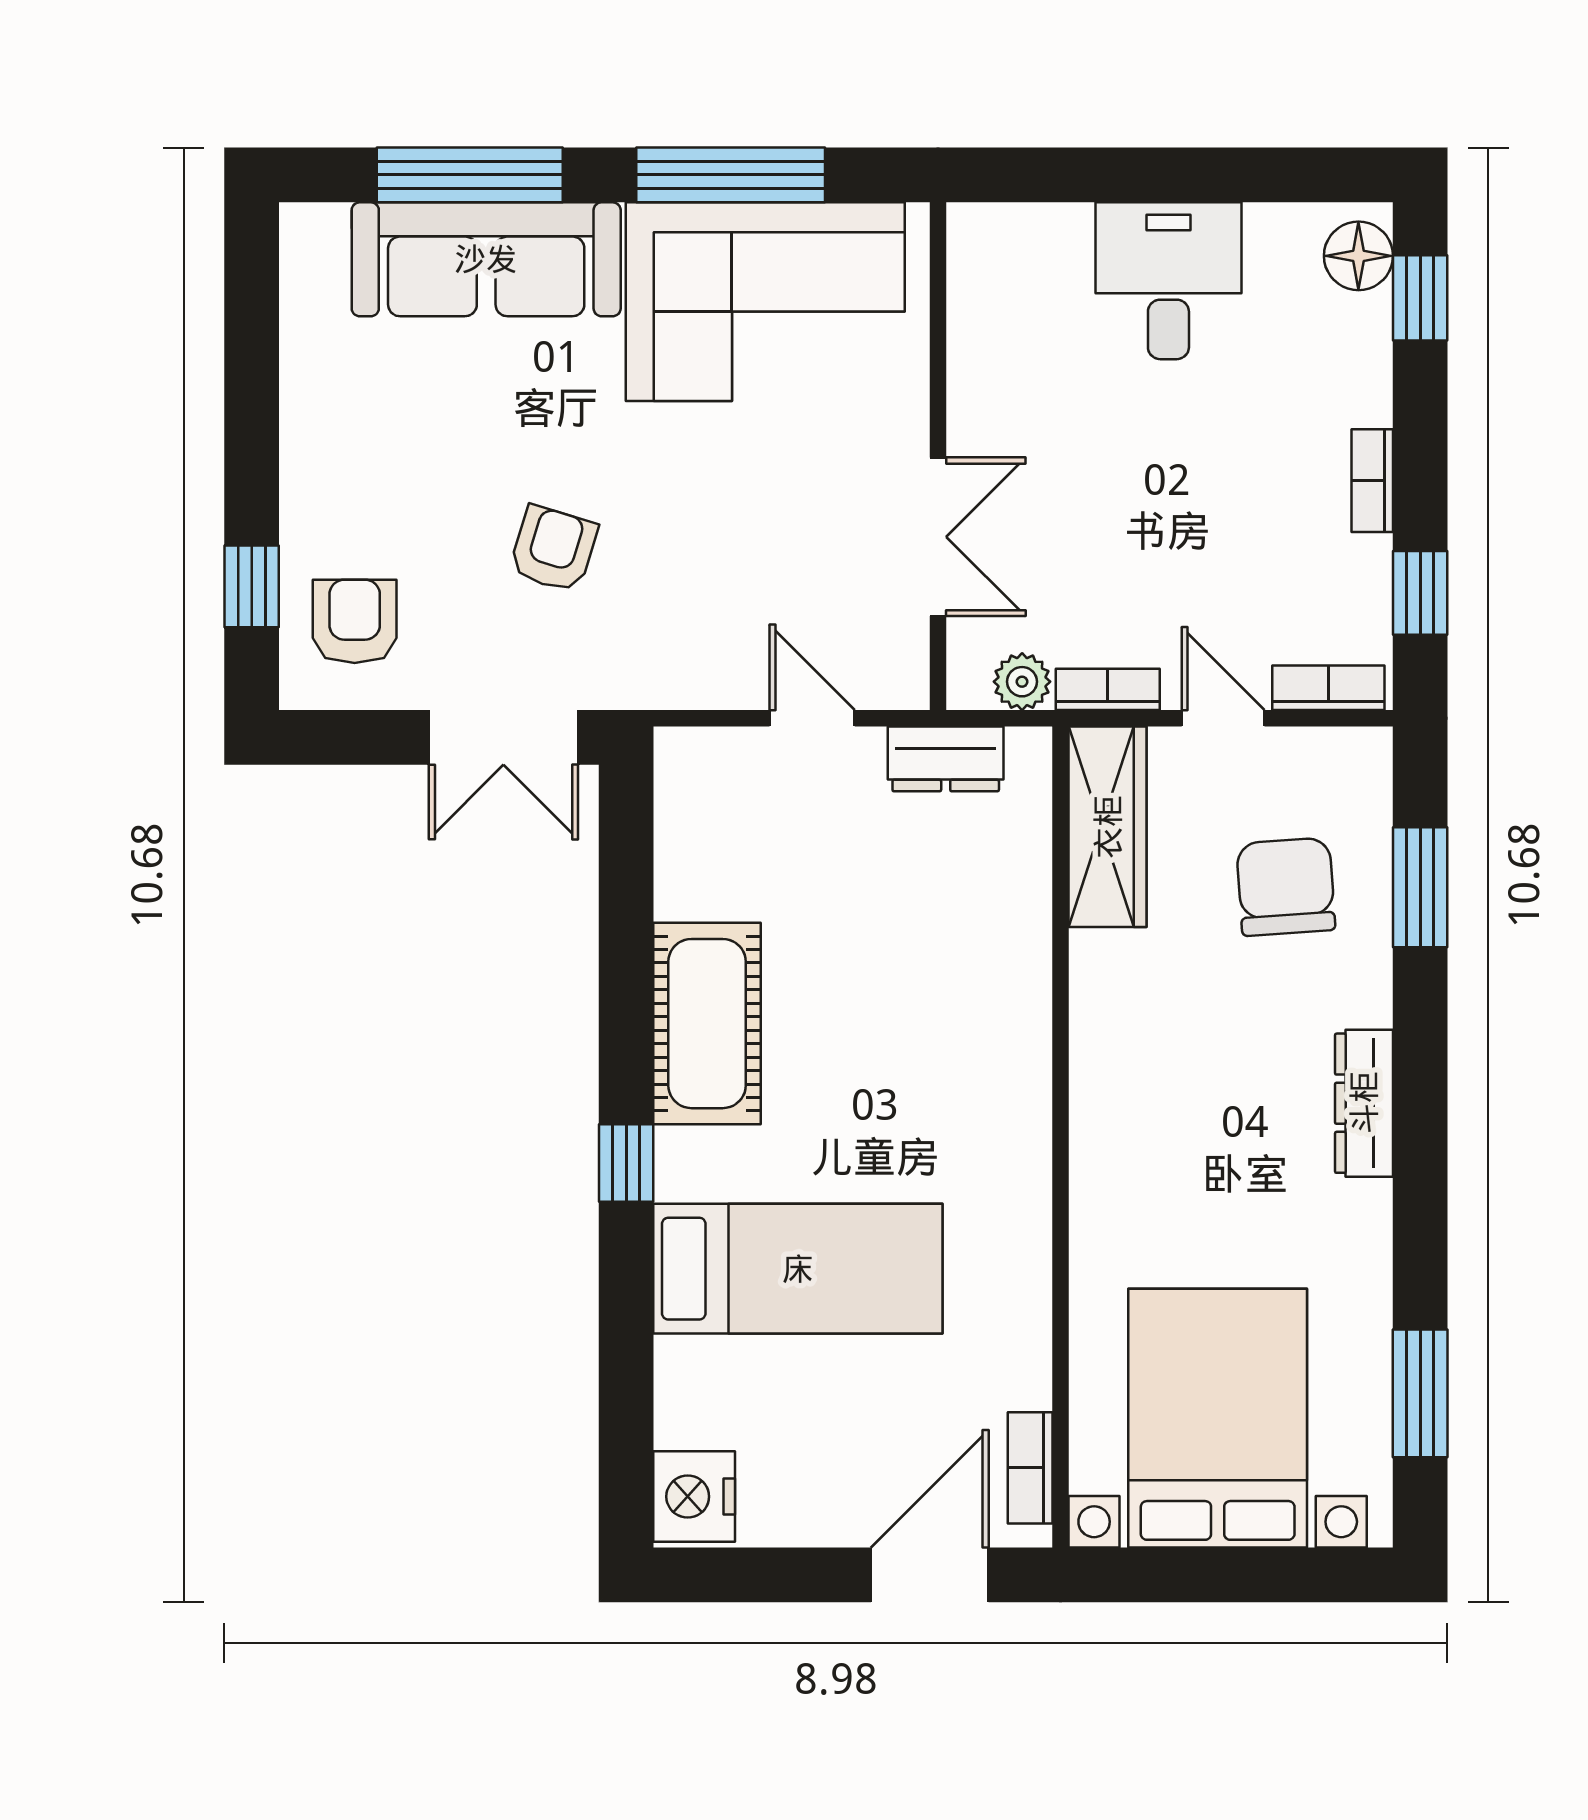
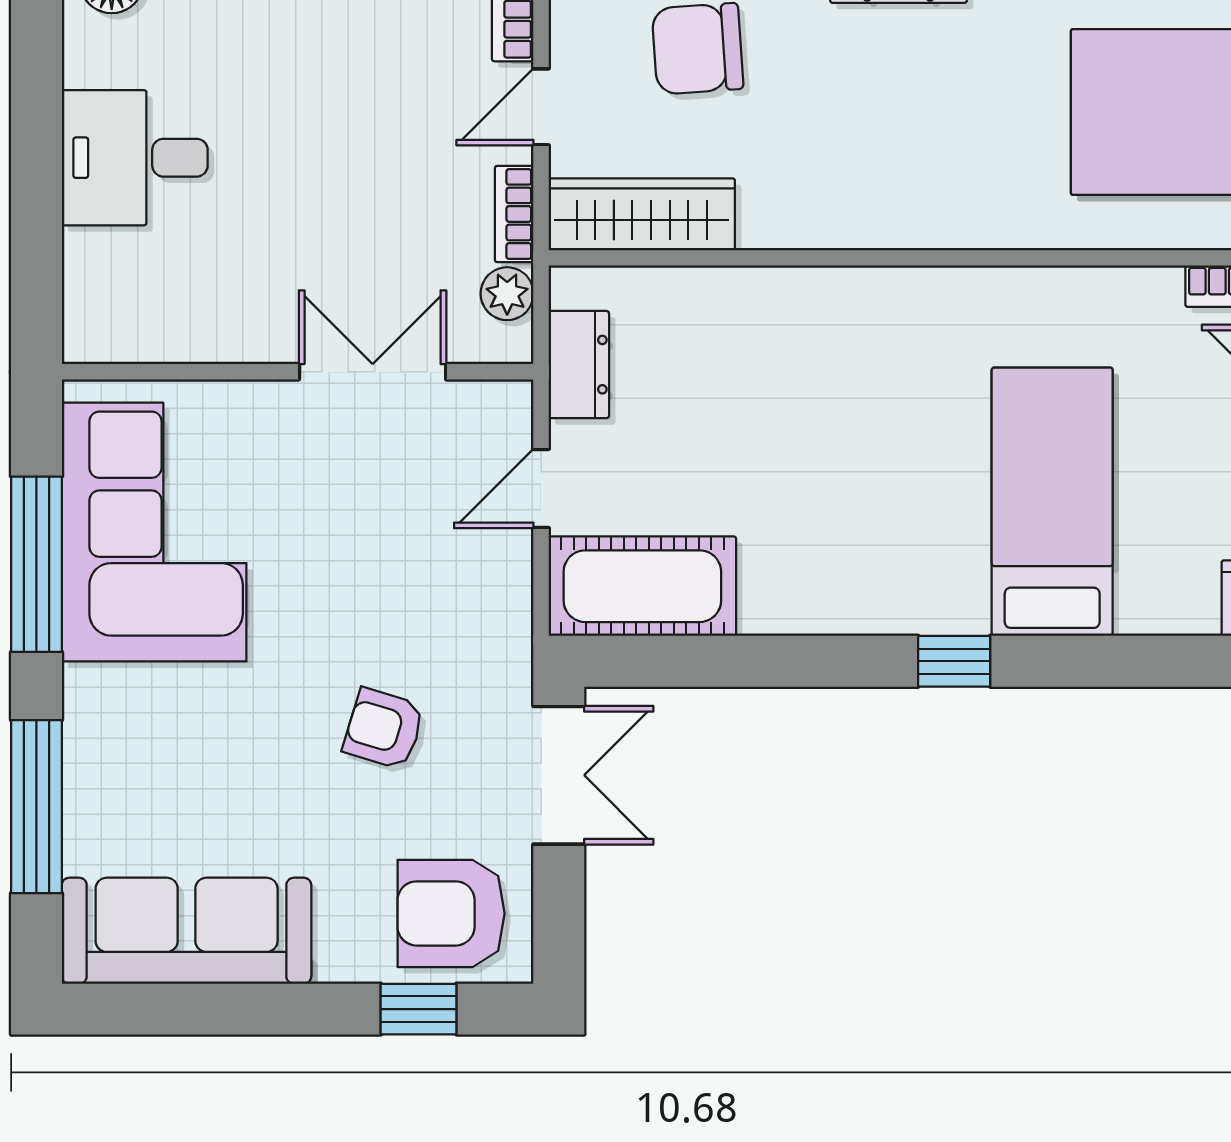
sofa: (486, 259) -> (187, 931), moved, turned -90
armchair: (355, 621) -> (451, 913), width x1.38, depth x1.38
cot: (707, 1024) -> (642, 586), moved

